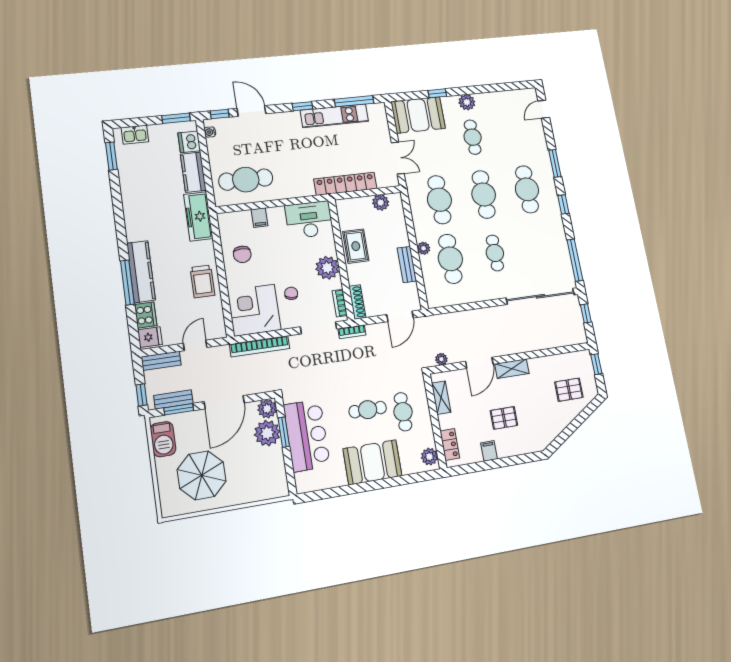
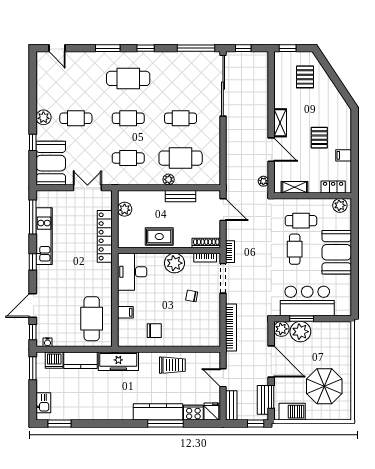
cafe table: (484, 194) -> (128, 118), width x0.73, depth x0.74
cafe table: (439, 200) -> (128, 158), width x0.73, depth x0.74
corner desk: (254, 310) -> (201, 328), removed

